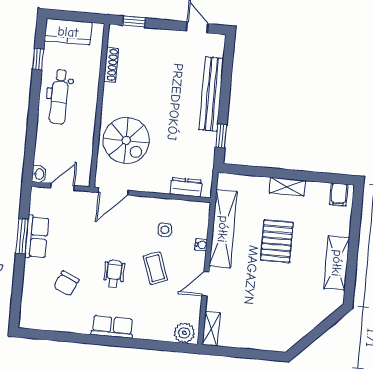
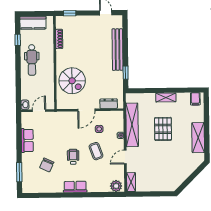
door: (113, 191) -> (86, 110), moved
window: (22, 236) -> (19, 172), moved

